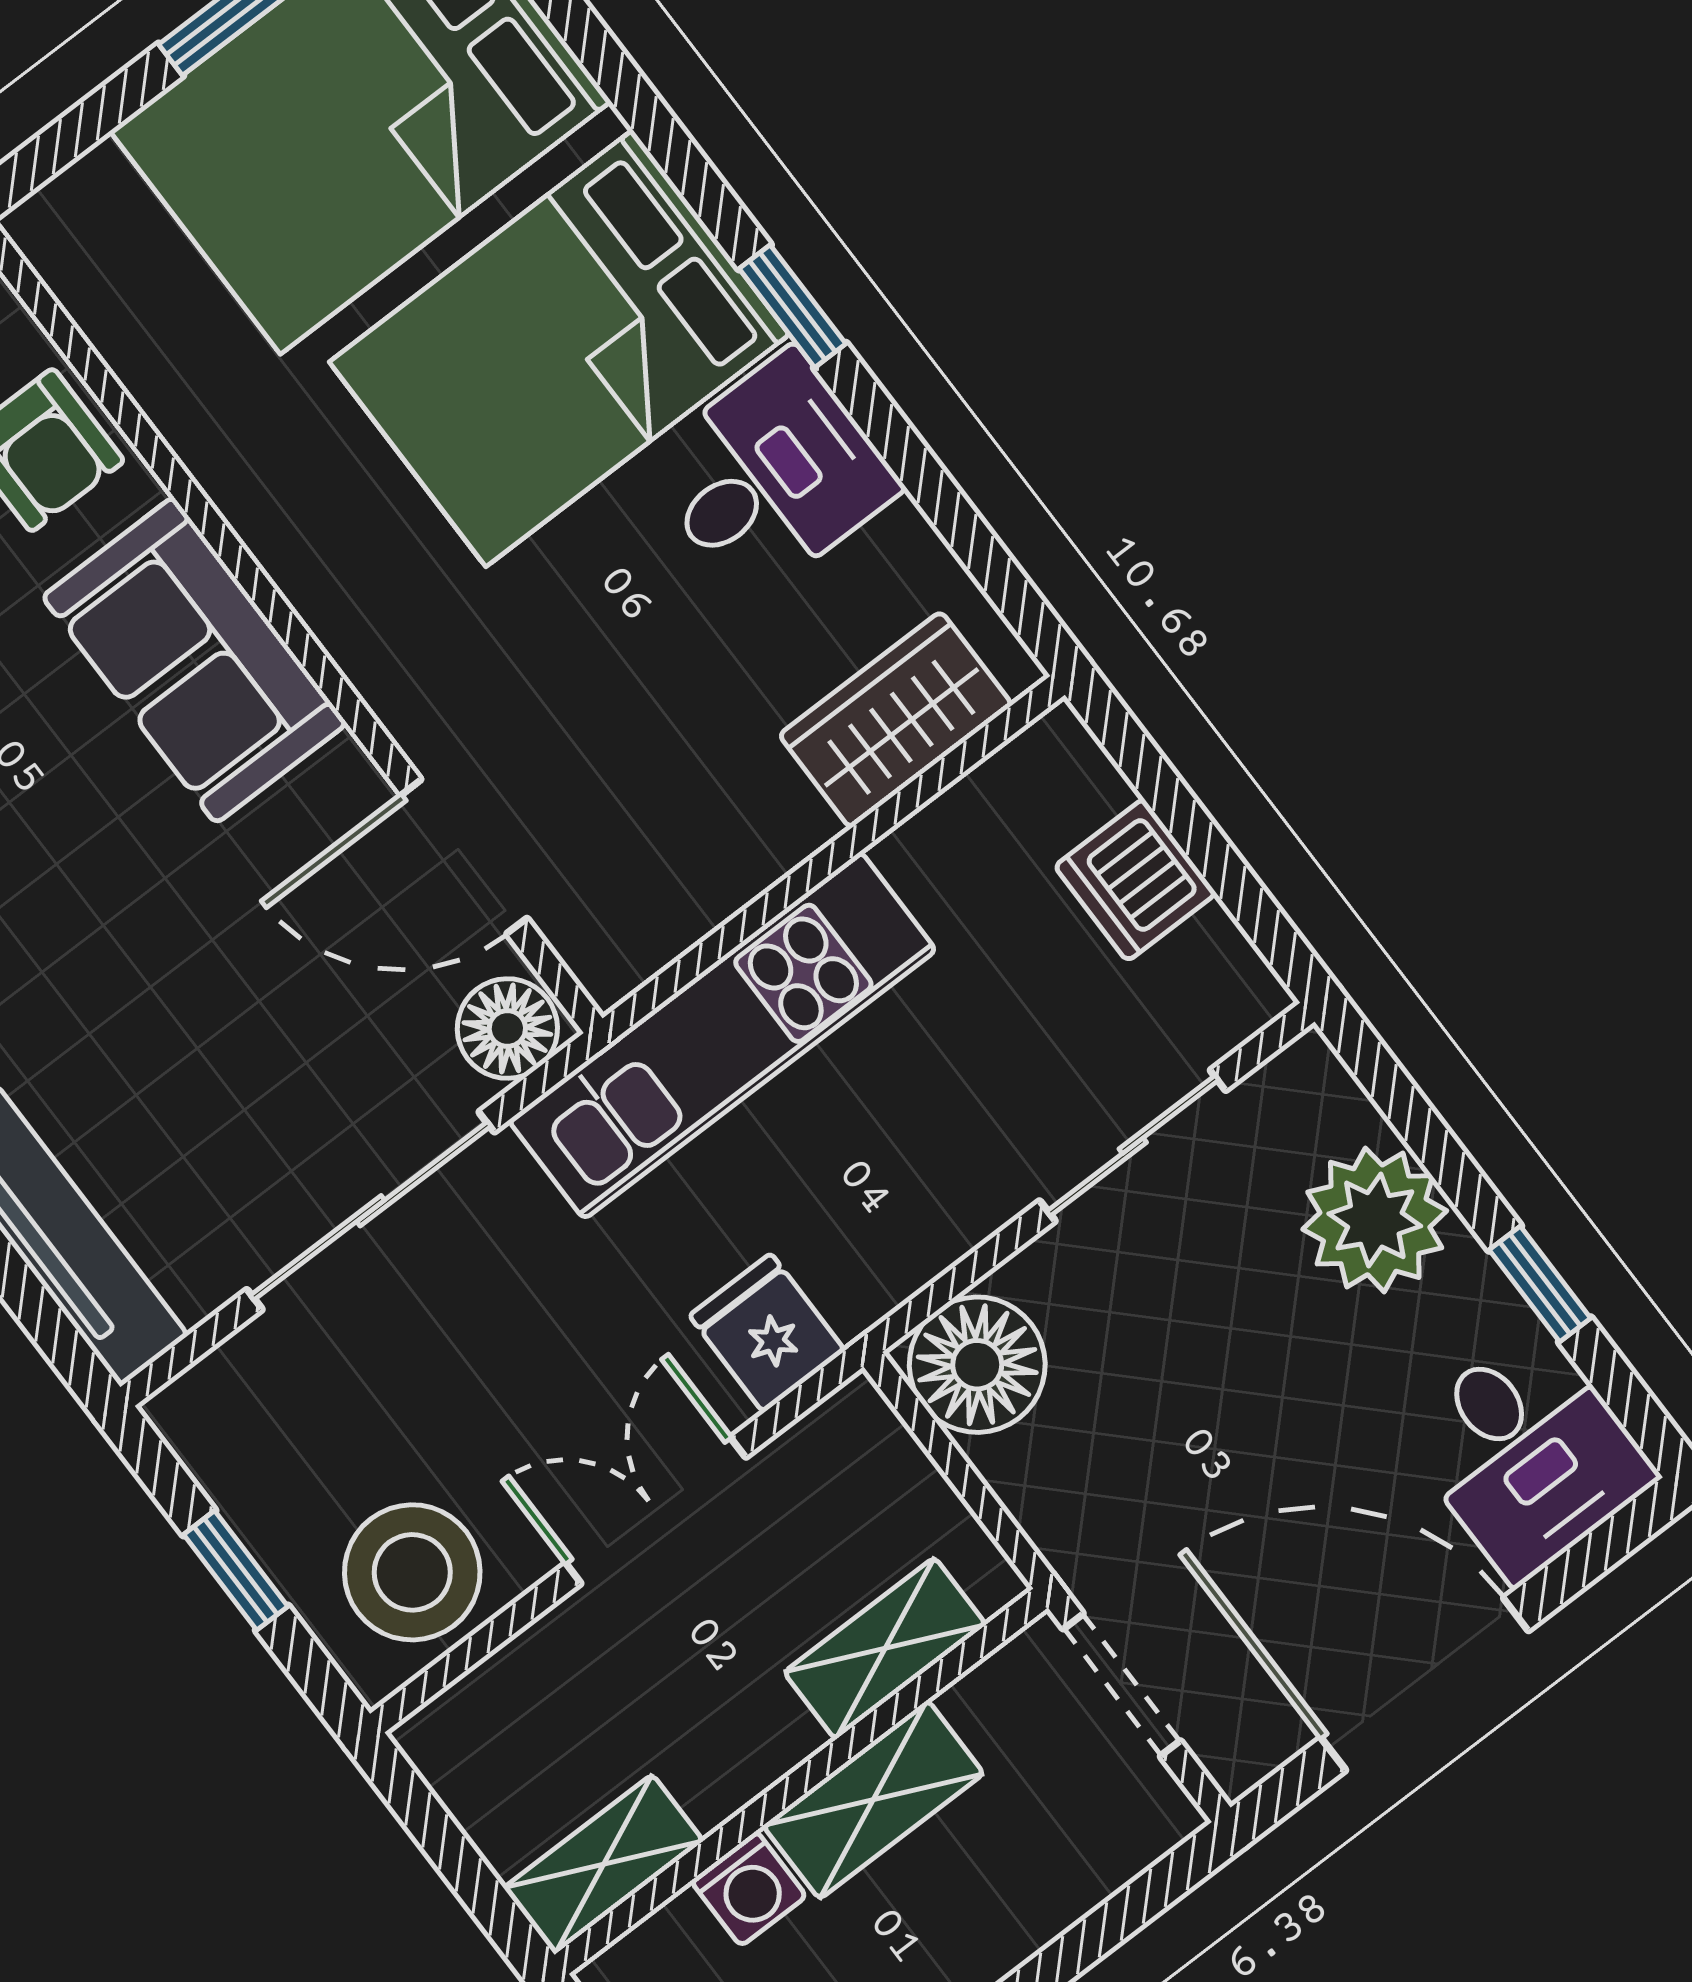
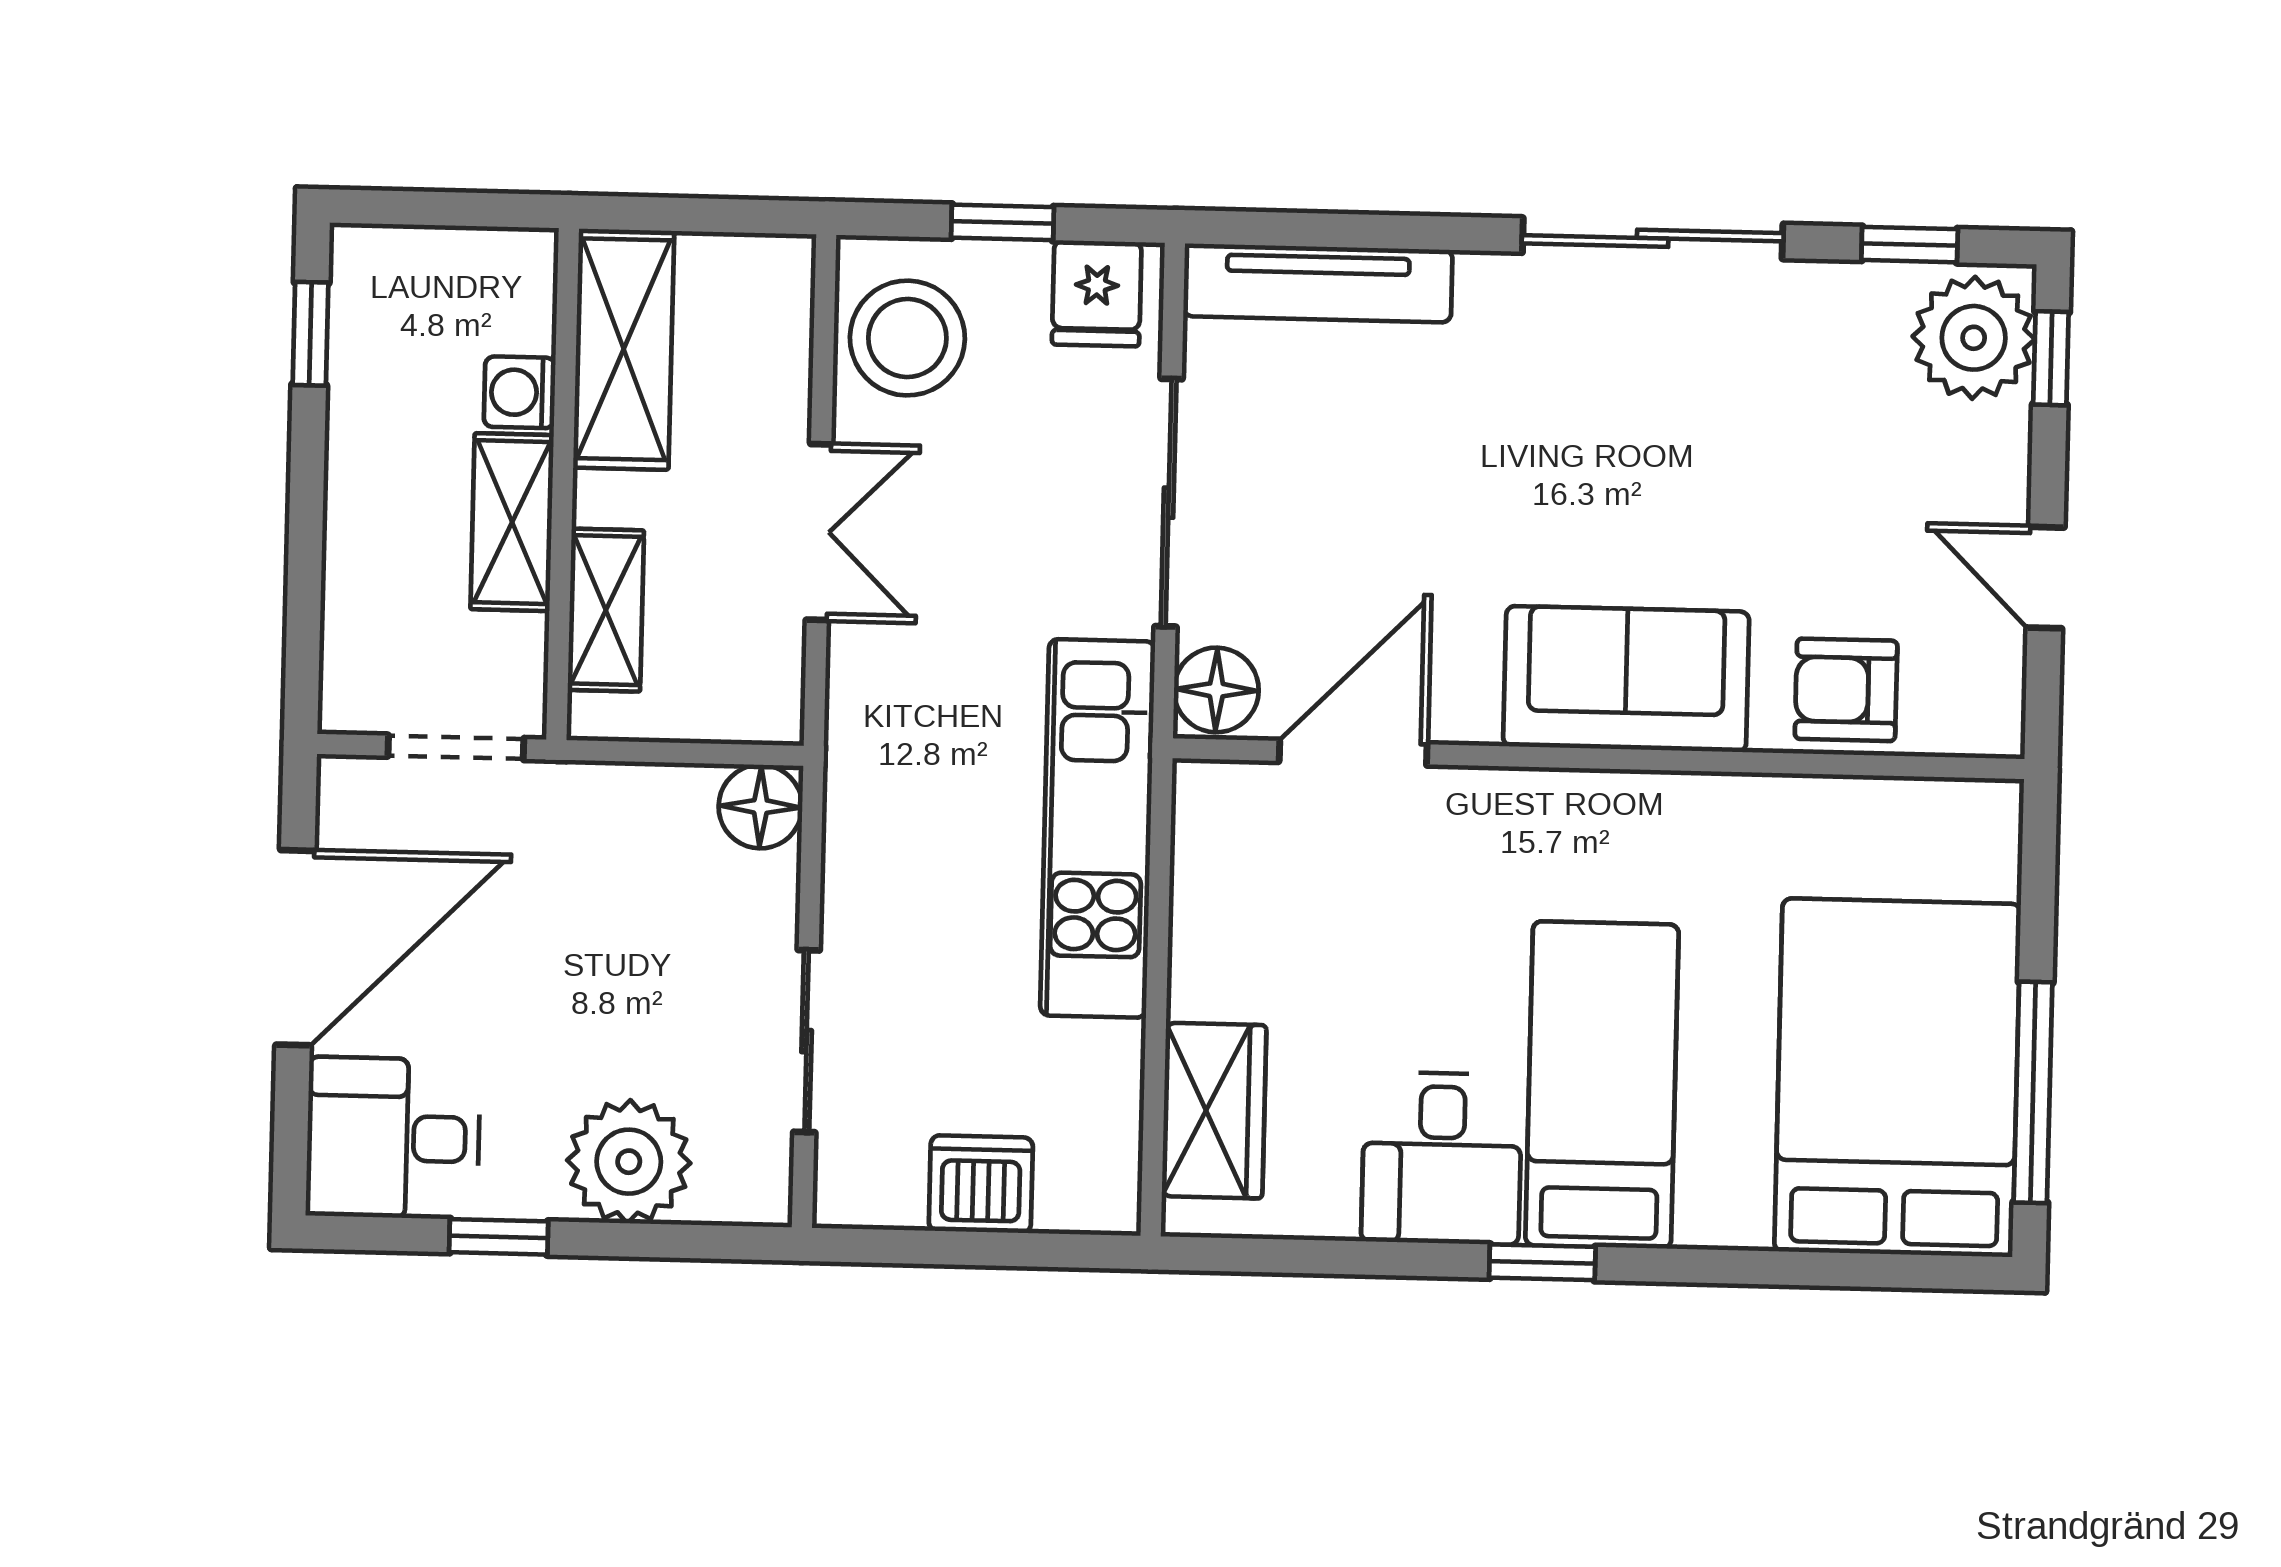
bed: (559, 348) -> (1602, 1085), width x0.67
fridge: (767, 1333) -> (1097, 293), moved, turned 90
floor lamp: (977, 1365) -> (760, 807), width x0.73, depth x0.73
shelving: (603, 1864) -> (624, 349), width x1.50, depth x1.33

